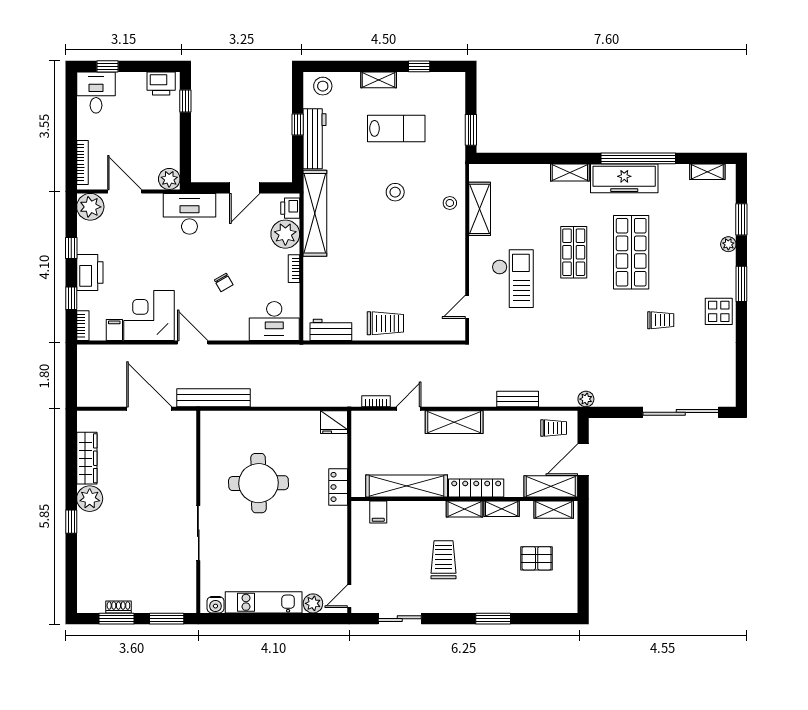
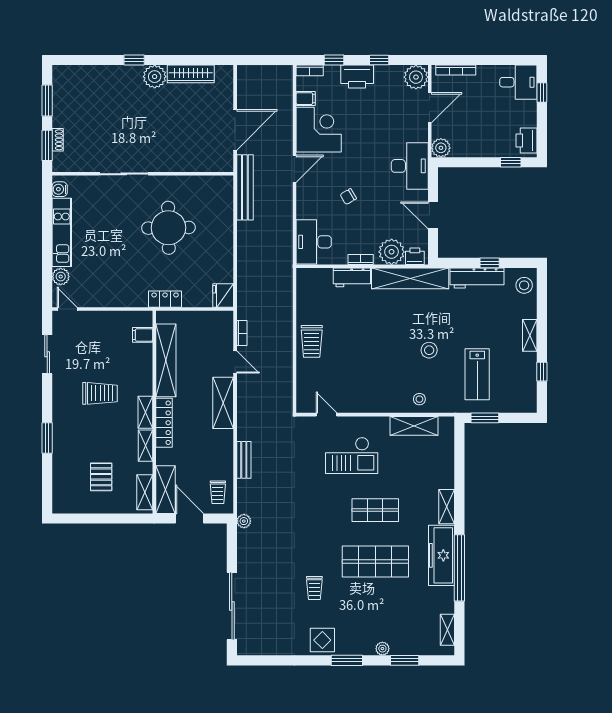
lab bench: (396, 128) -> (477, 374), moved
workbench: (331, 330) -> (352, 277), moved, turned 90
shoe rack: (118, 607) -> (58, 140), moved

